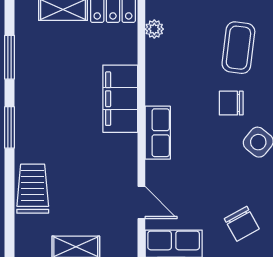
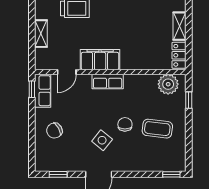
plant: (154, 29) -> (168, 84), width x1.88, depth x1.88
filing cabinet: (120, 99) -> (100, 60), moved

